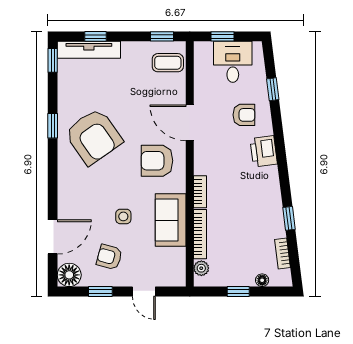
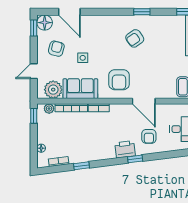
window: (273, 89) -> (135, 159), moved
door: (190, 123) -> (144, 101), swing flipped
armchair: (94, 137) -> (135, 38), width x0.53, depth x0.53
armchair: (157, 161) -> (119, 80), turned 180
plant: (172, 262) -> (53, 90), added
window: (100, 292) -> (34, 28), moved
window: (238, 292) -> (34, 116), moved

